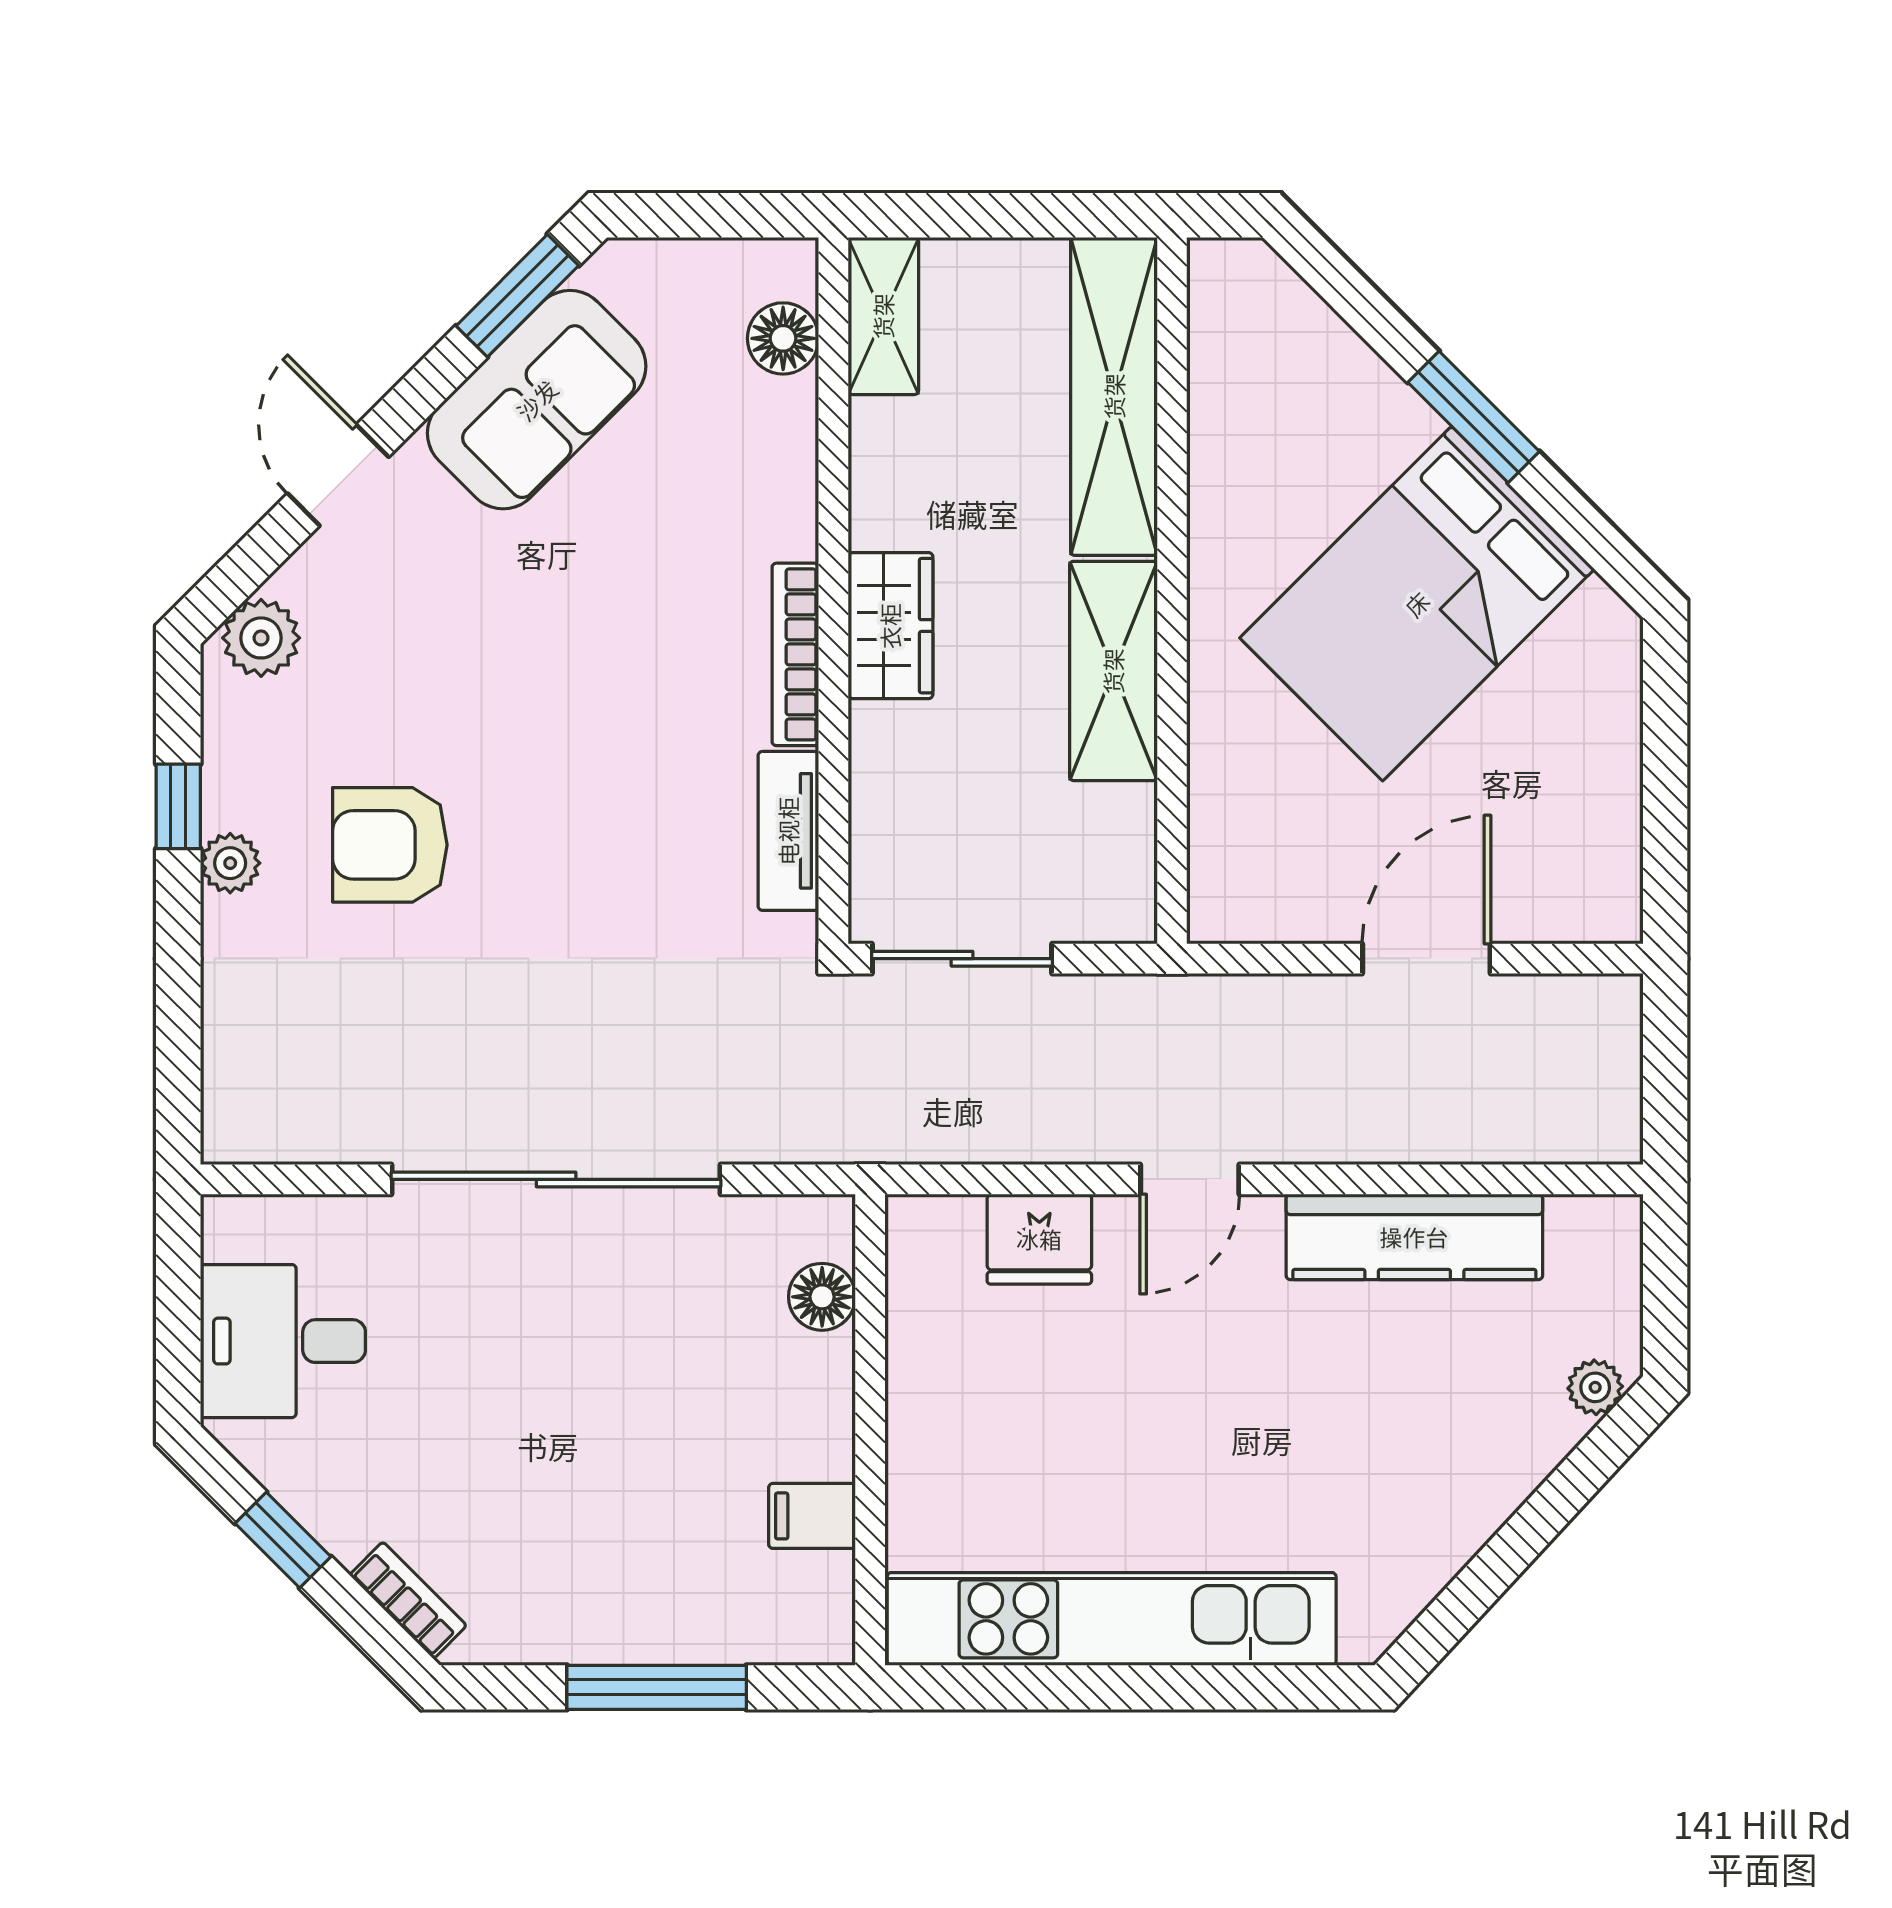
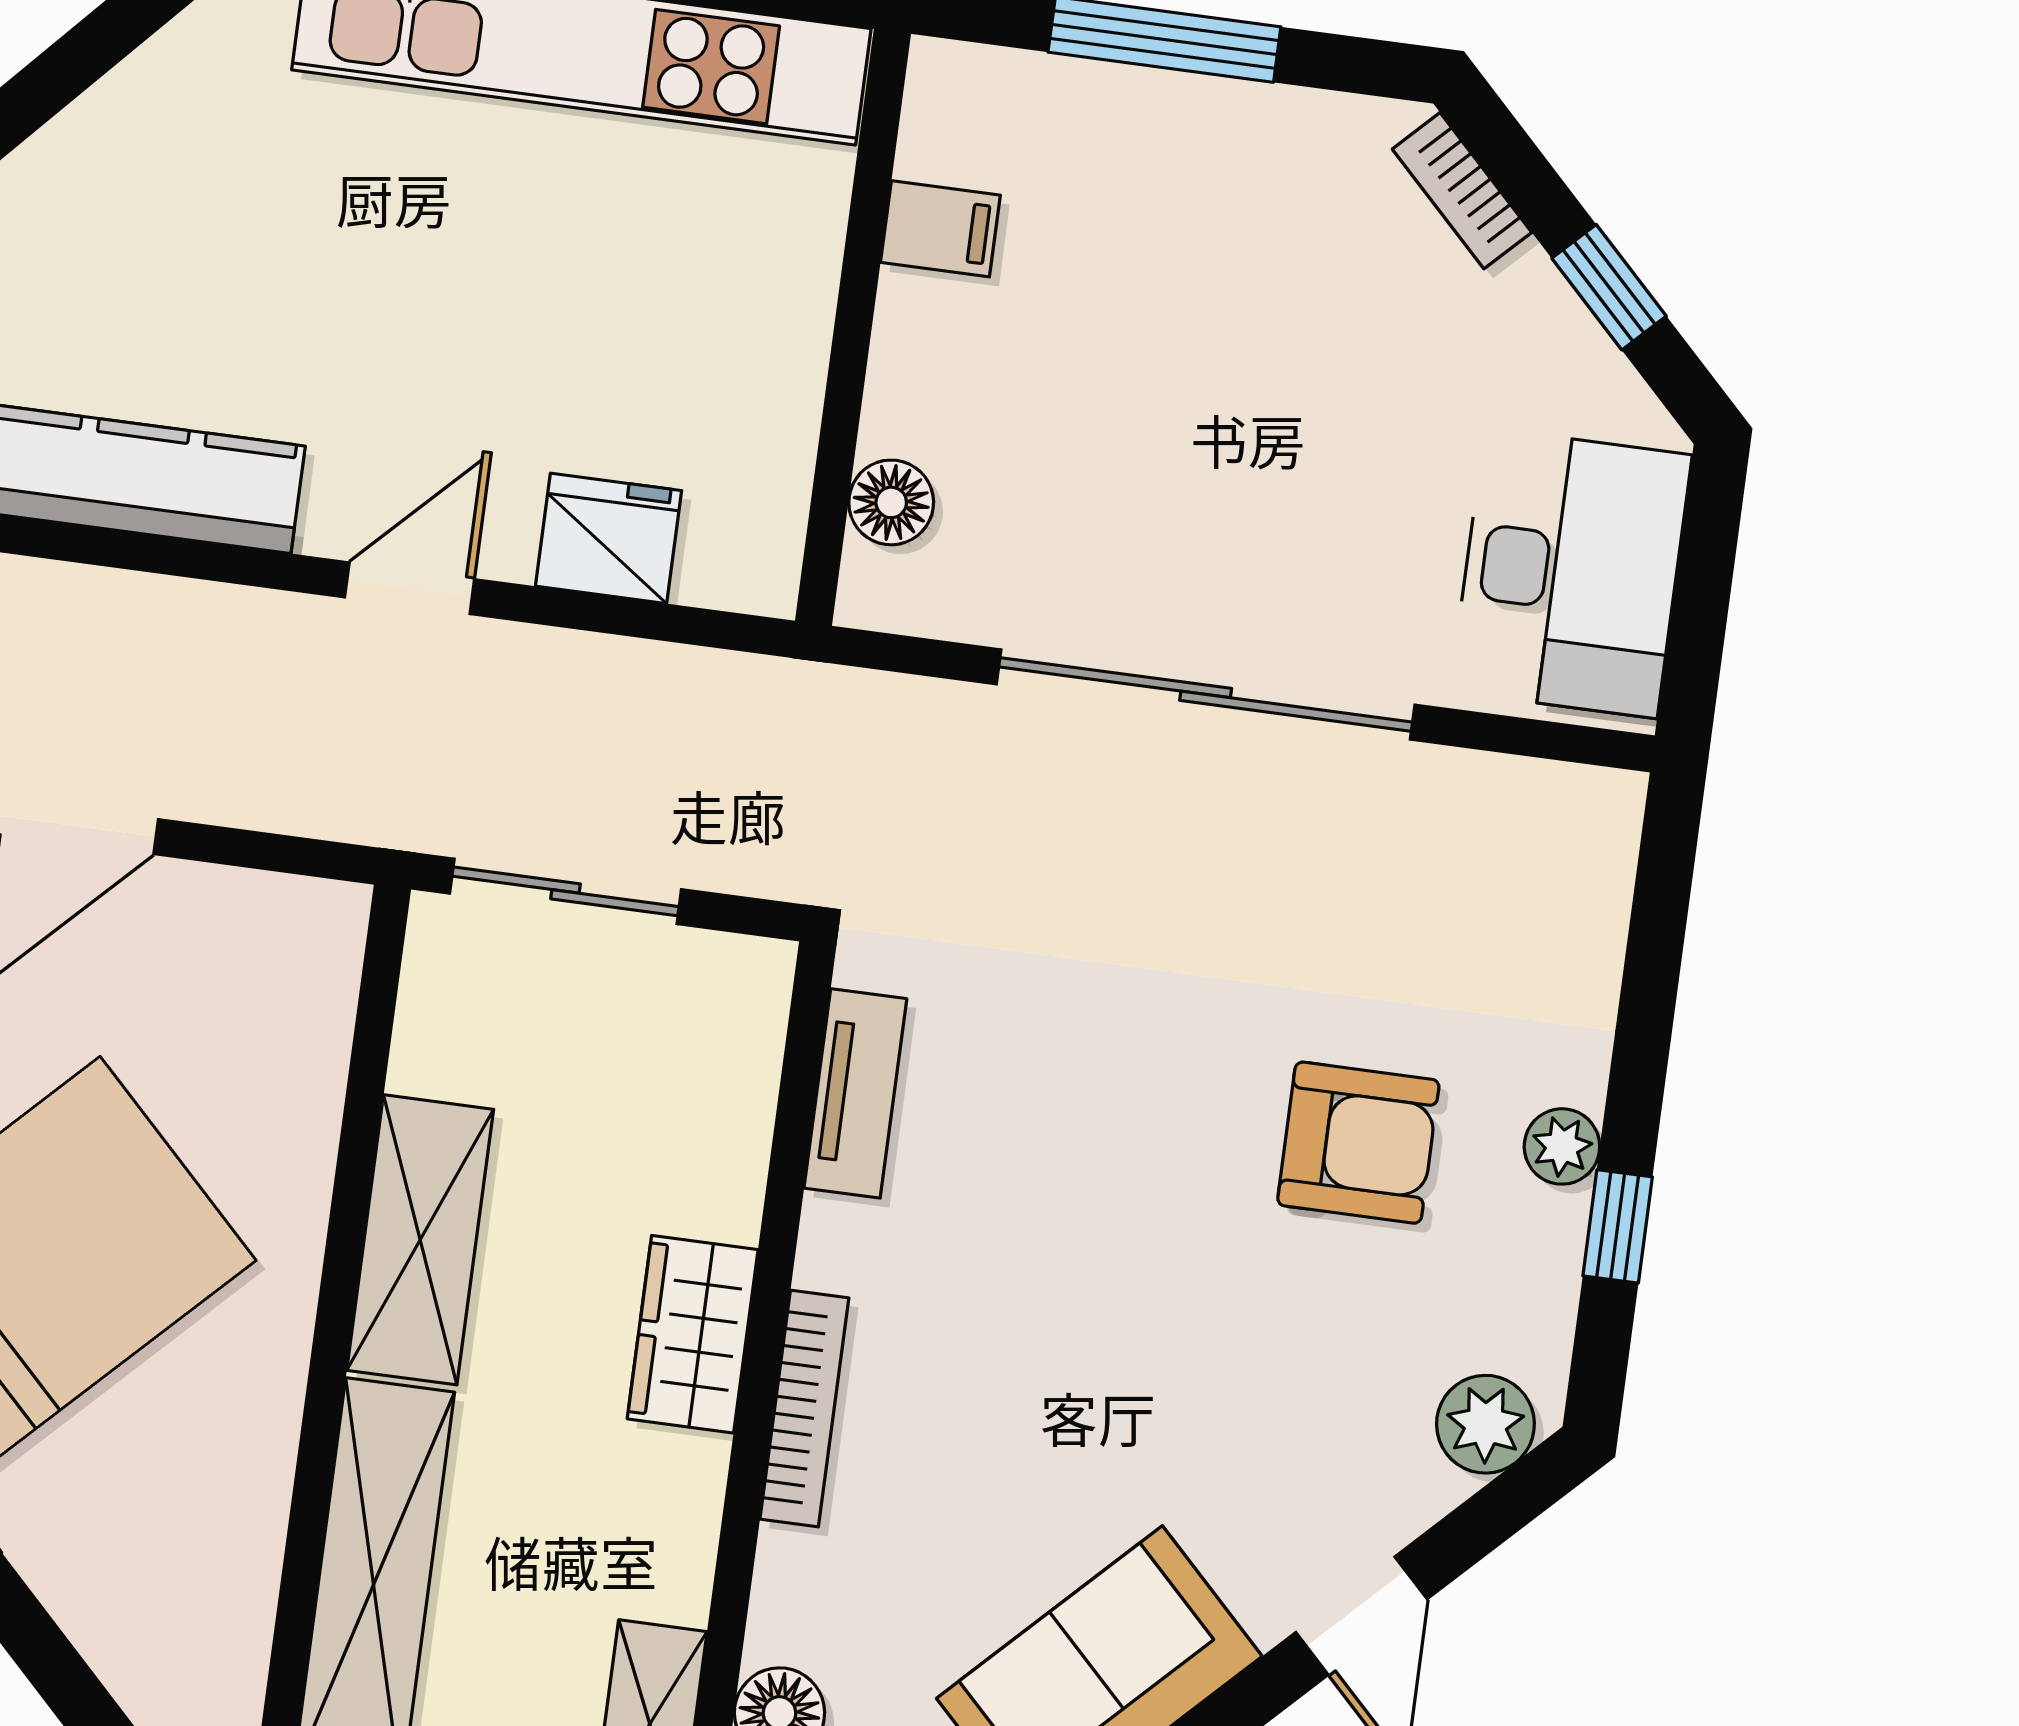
bookcase: (795, 654) -> (804, 1409), moved
sliding door: (962, 959) -> (566, 891), moved
desk: (283, 1341) -> (1571, 573), width x1.37

